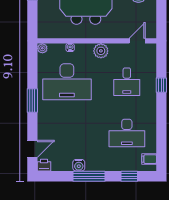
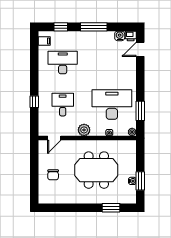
window: (32, 101) -> (140, 111), moved
water cooler: (79, 165) -> (120, 36), moved

